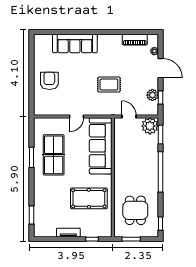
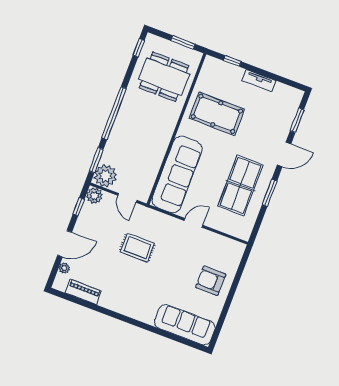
sofa: (75, 43) -> (185, 325), moved
door: (160, 68) -> (65, 244), swing flipped
armchair: (49, 81) -> (211, 281), turned 90
plant: (152, 95) -> (94, 196), moved
door: (32, 188) -> (284, 154), added
dining table: (135, 210) -> (164, 77), width x1.38

